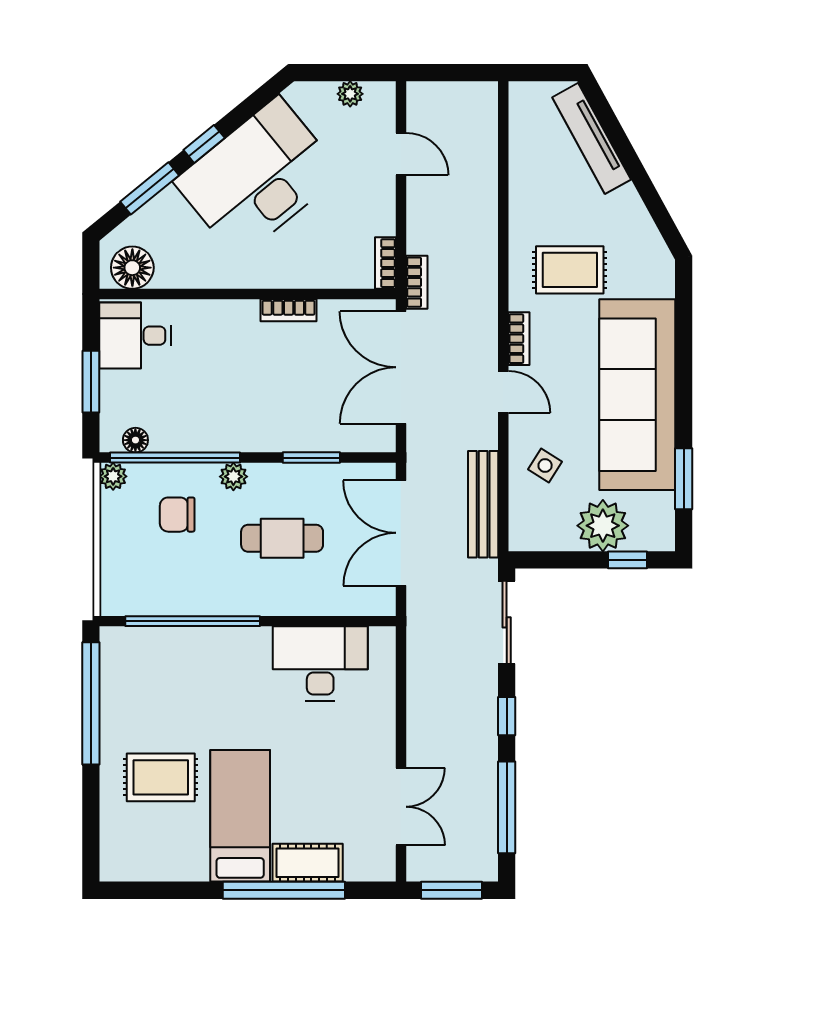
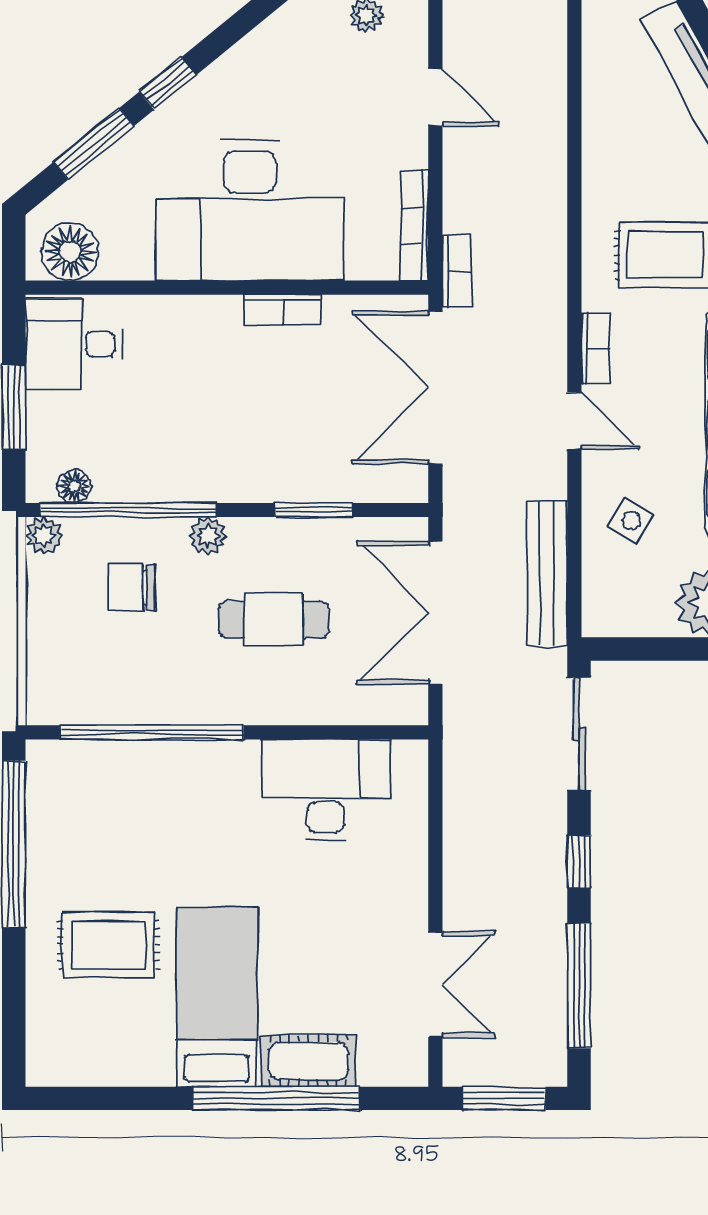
desk: (258, 178) -> (250, 210), moved, turned -141
bookcase: (385, 263) -> (414, 226), width x1.56

